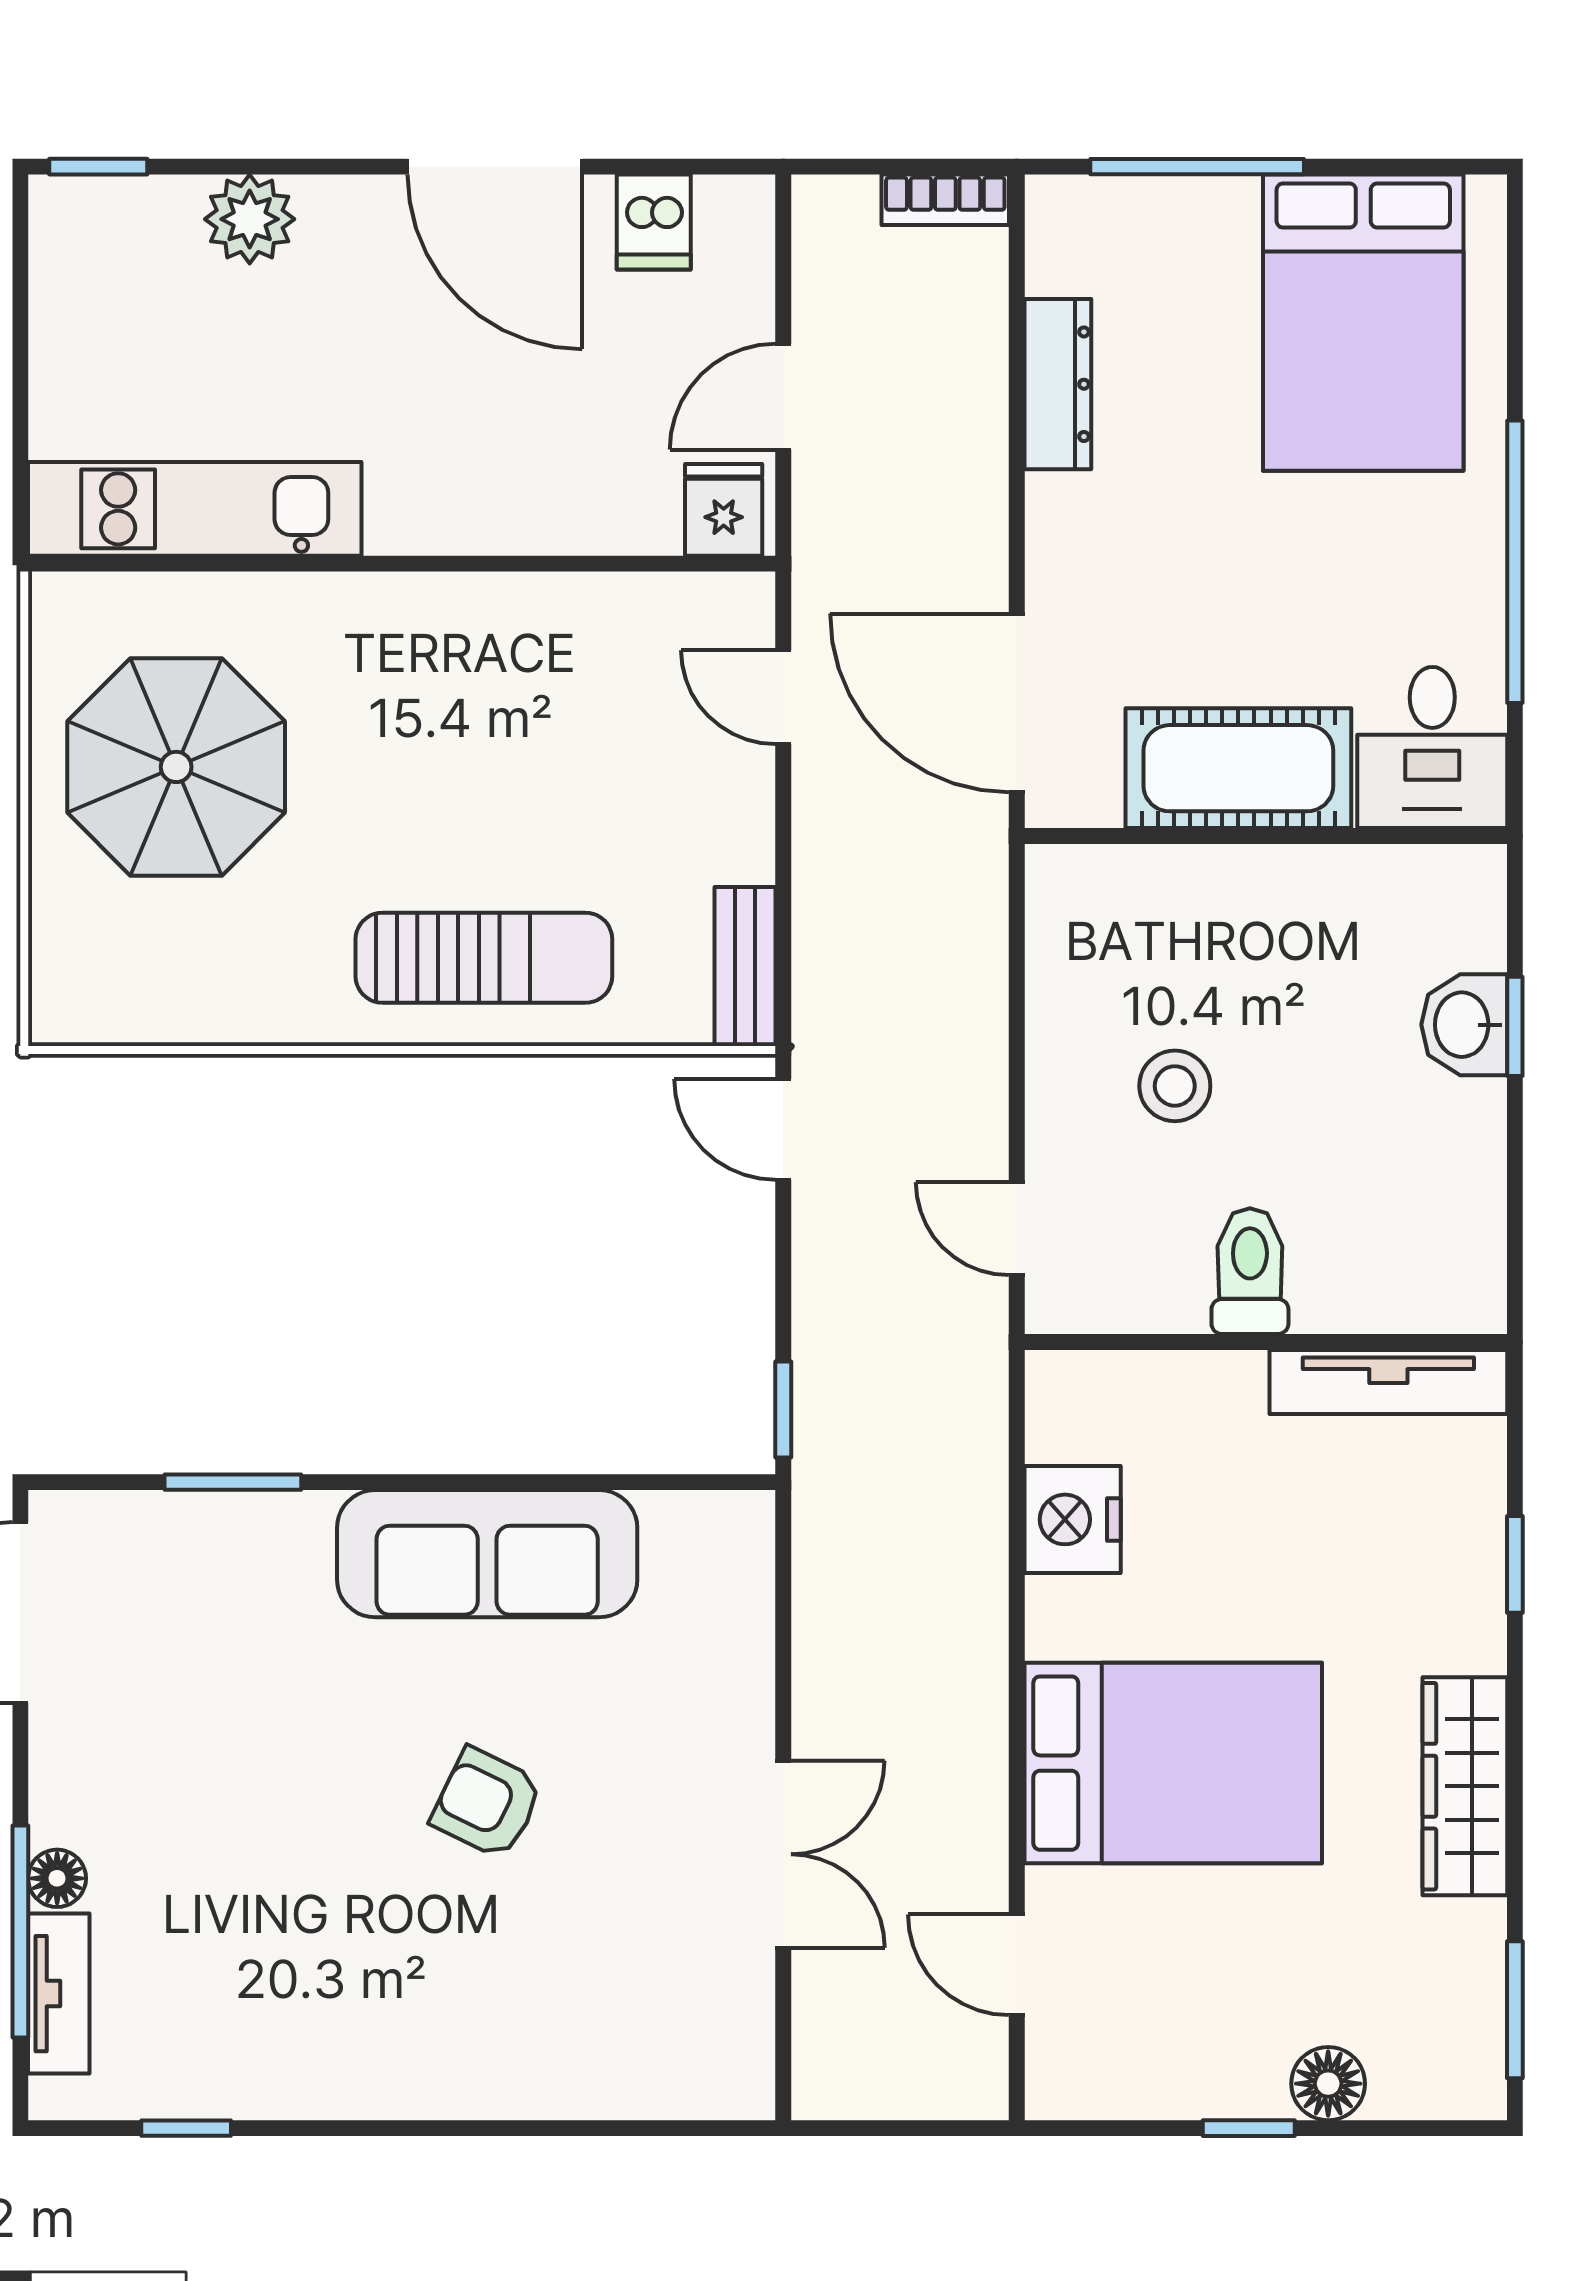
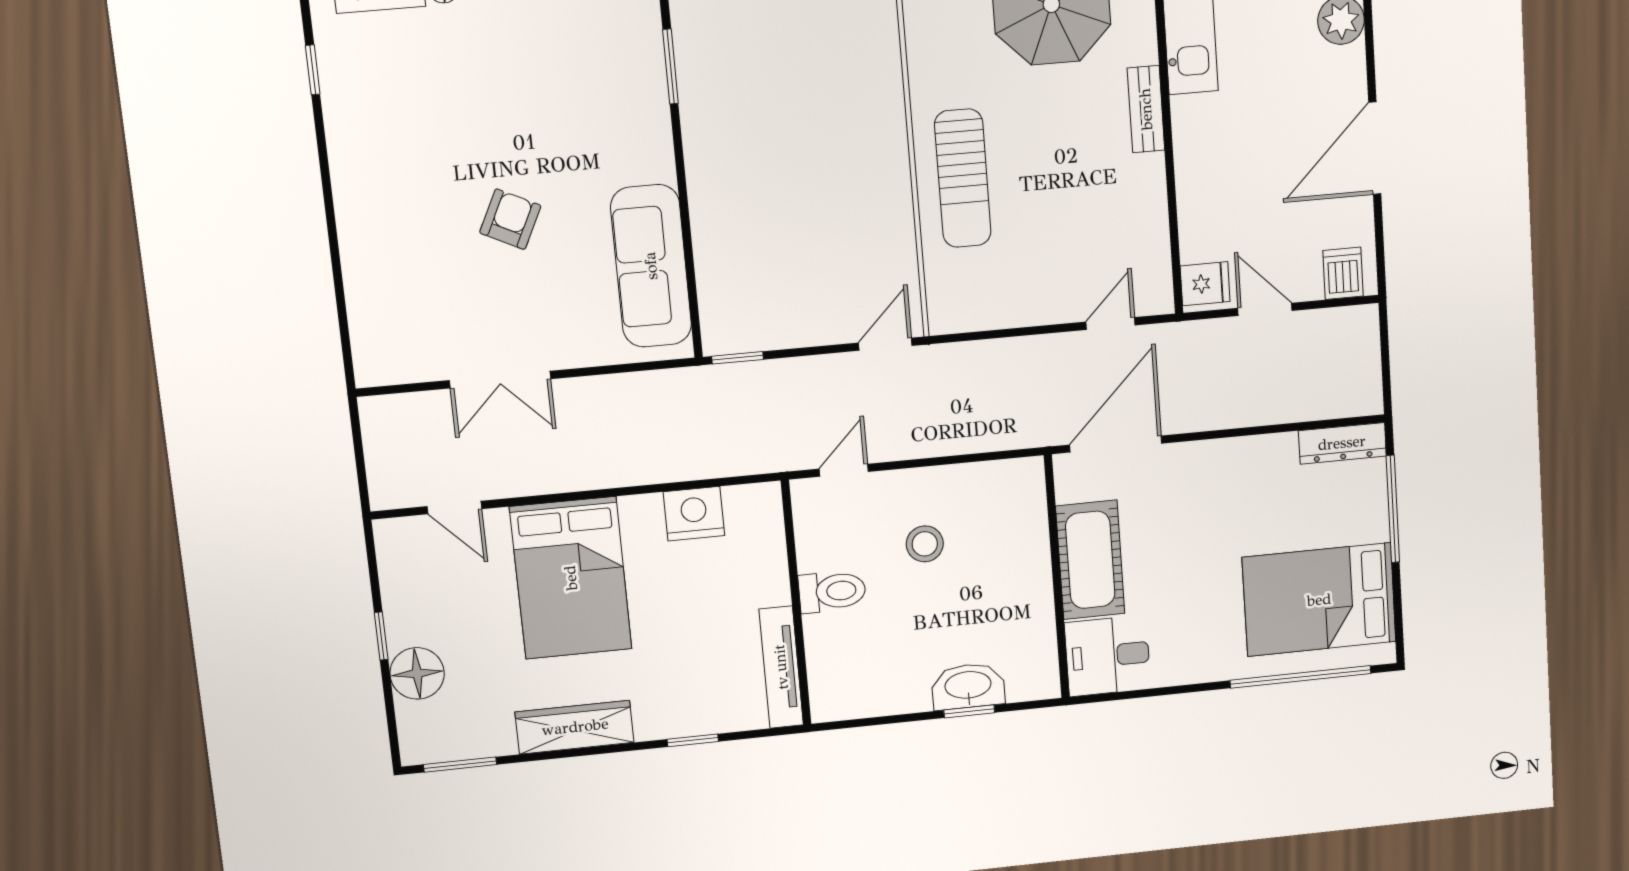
bookcase: (945, 200) -> (1370, 383), removed
dishwasher: (654, 222) -> (1343, 273), moved, turned 90
dresser: (1058, 384) -> (1342, 443), moved
window: (1515, 562) -> (1300, 677), moved
bench: (745, 966) -> (1146, 109), moved, turned 90
washbasin: (1464, 1025) -> (968, 686), width x1.38
sofa: (487, 1554) -> (651, 266), moved
door: (1017, 1965) -> (454, 508), swing flipped
floor lamp: (1328, 2084) -> (417, 673), width x1.38, depth x1.38

